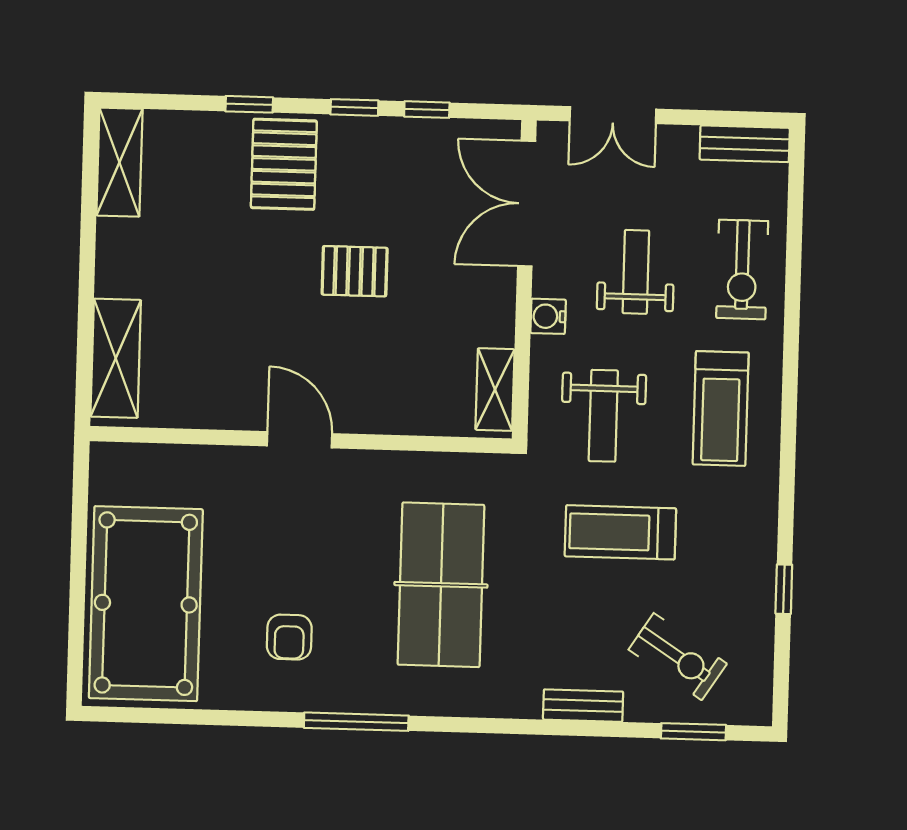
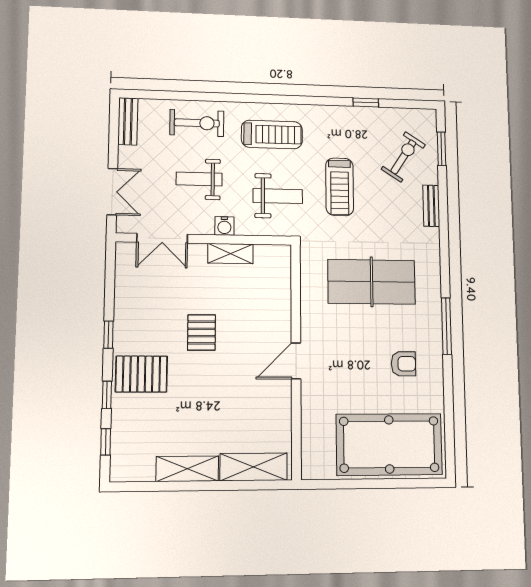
window: (427, 110) -> (106, 442), moved
shelving: (119, 162) -> (187, 469), moved
double door: (527, 203) -> (162, 238), width x0.73
shelving: (495, 390) -> (230, 254), moved

